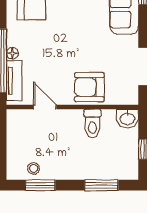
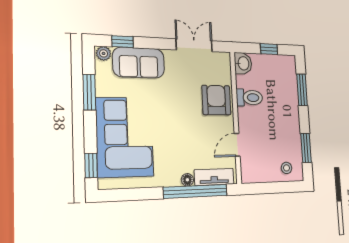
armchair: (89, 87) -> (216, 100), turned 180
stool: (34, 168) -> (286, 168), moved

